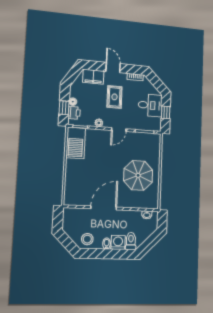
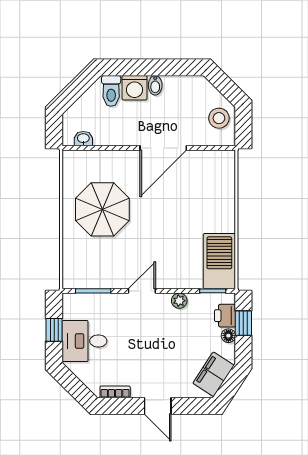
filing cabinet: (93, 77) -> (214, 374), moved, turned -57
rug: (114, 97) -> (152, 351), removed
stool: (87, 239) -> (219, 118), moved

